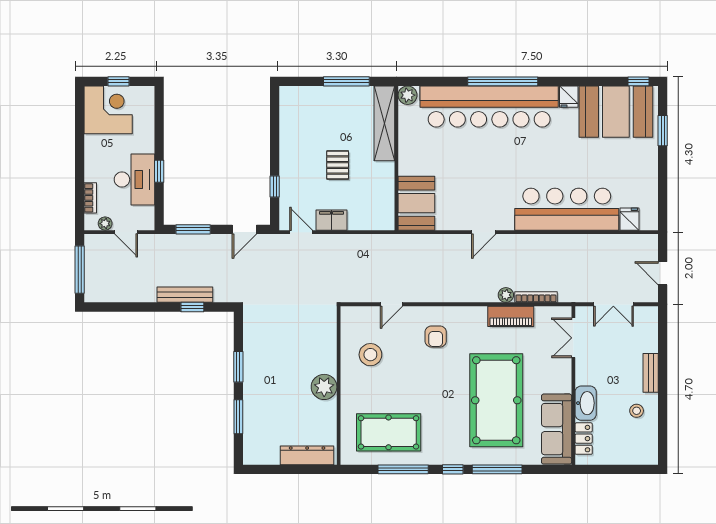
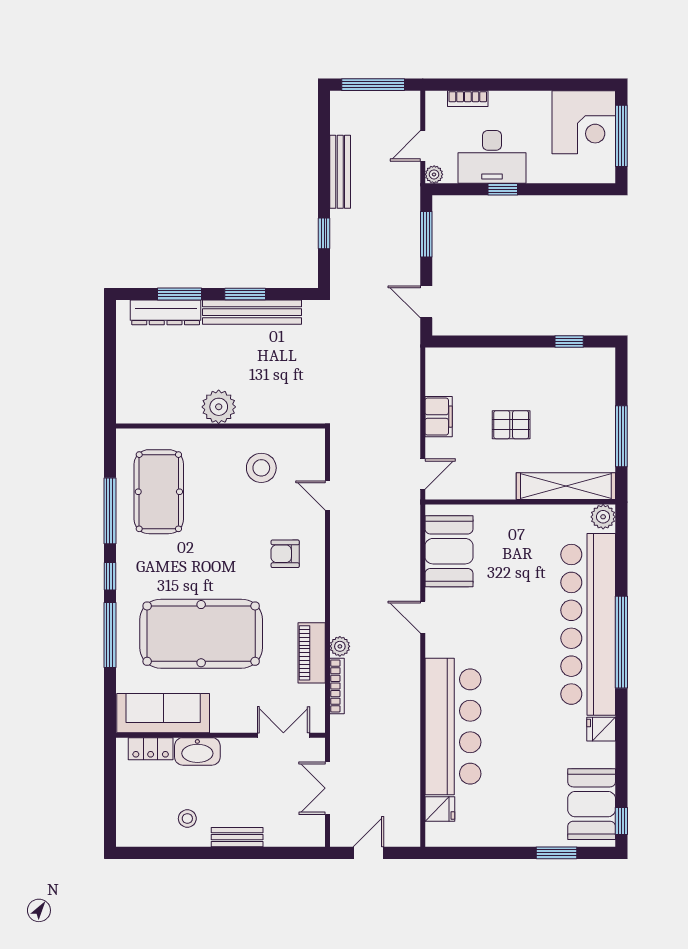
window: (118, 81) -> (621, 136), width x2.17
booth: (616, 112) -> (592, 804), width x0.73, depth x0.70
window: (275, 187) -> (569, 342), moved
booth: (416, 203) -> (449, 551), moved, turned 90
plant: (105, 224) -> (434, 174), moved
door: (301, 232) -> (423, 474), moved
bench: (185, 295) -> (340, 172), moved
bench: (252, 362) -> (252, 312), added
dresser: (307, 455) -> (166, 312), moved, turned 90

